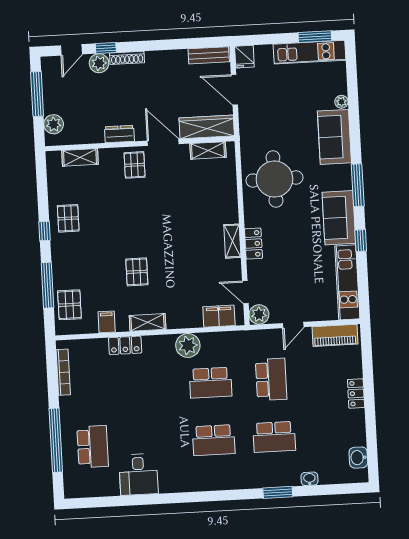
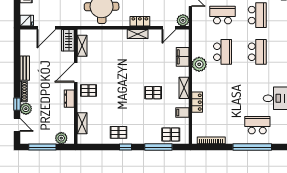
bench: (209, 55) -> (25, 68), moved
wardrobe: (207, 127) -> (68, 40), width x0.67
filing cabinet: (219, 316) -> (183, 57), moved

